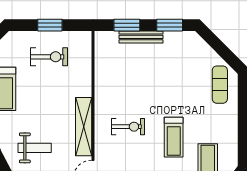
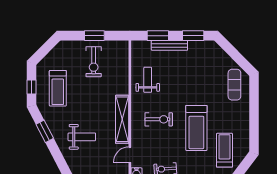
exercise bike: (49, 57) -> (94, 62), turned 90
weight bench: (115, 79) -> (148, 80), added
treadmill: (174, 137) -> (196, 128), width x1.37, depth x1.38

